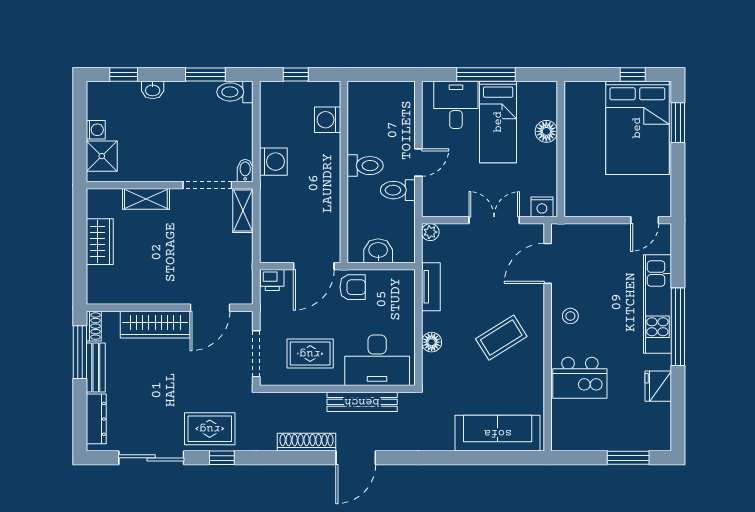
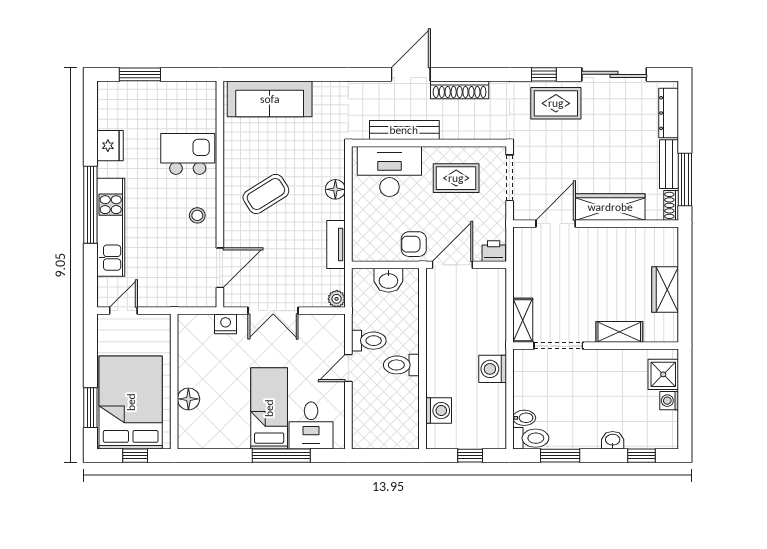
floor lamp: (546, 131) -> (188, 399), moved
wall: (561, 149) -> (174, 381), moved
bidet: (245, 170) -> (524, 418), moved, turned -90

